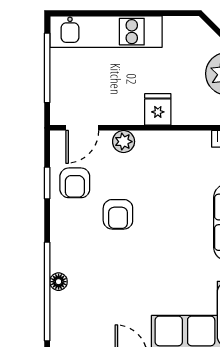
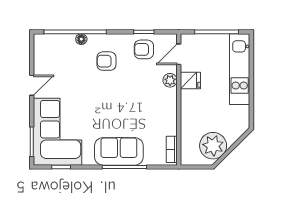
fridge: (158, 109) -> (190, 80), moved
door: (82, 128) -> (179, 54), hinge flipped
armchair: (118, 214) -> (106, 61), moved

